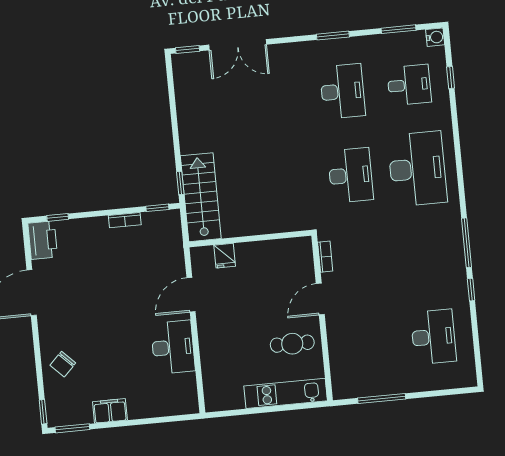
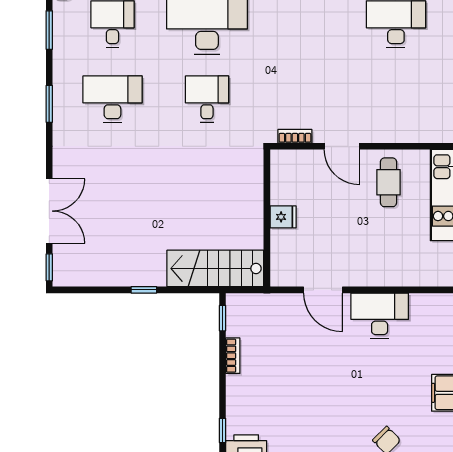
desk: (351, 175) -> (207, 99), width x0.73
window: (180, 183) -> (144, 290), moved
fridge: (225, 256) -> (283, 217), moved

